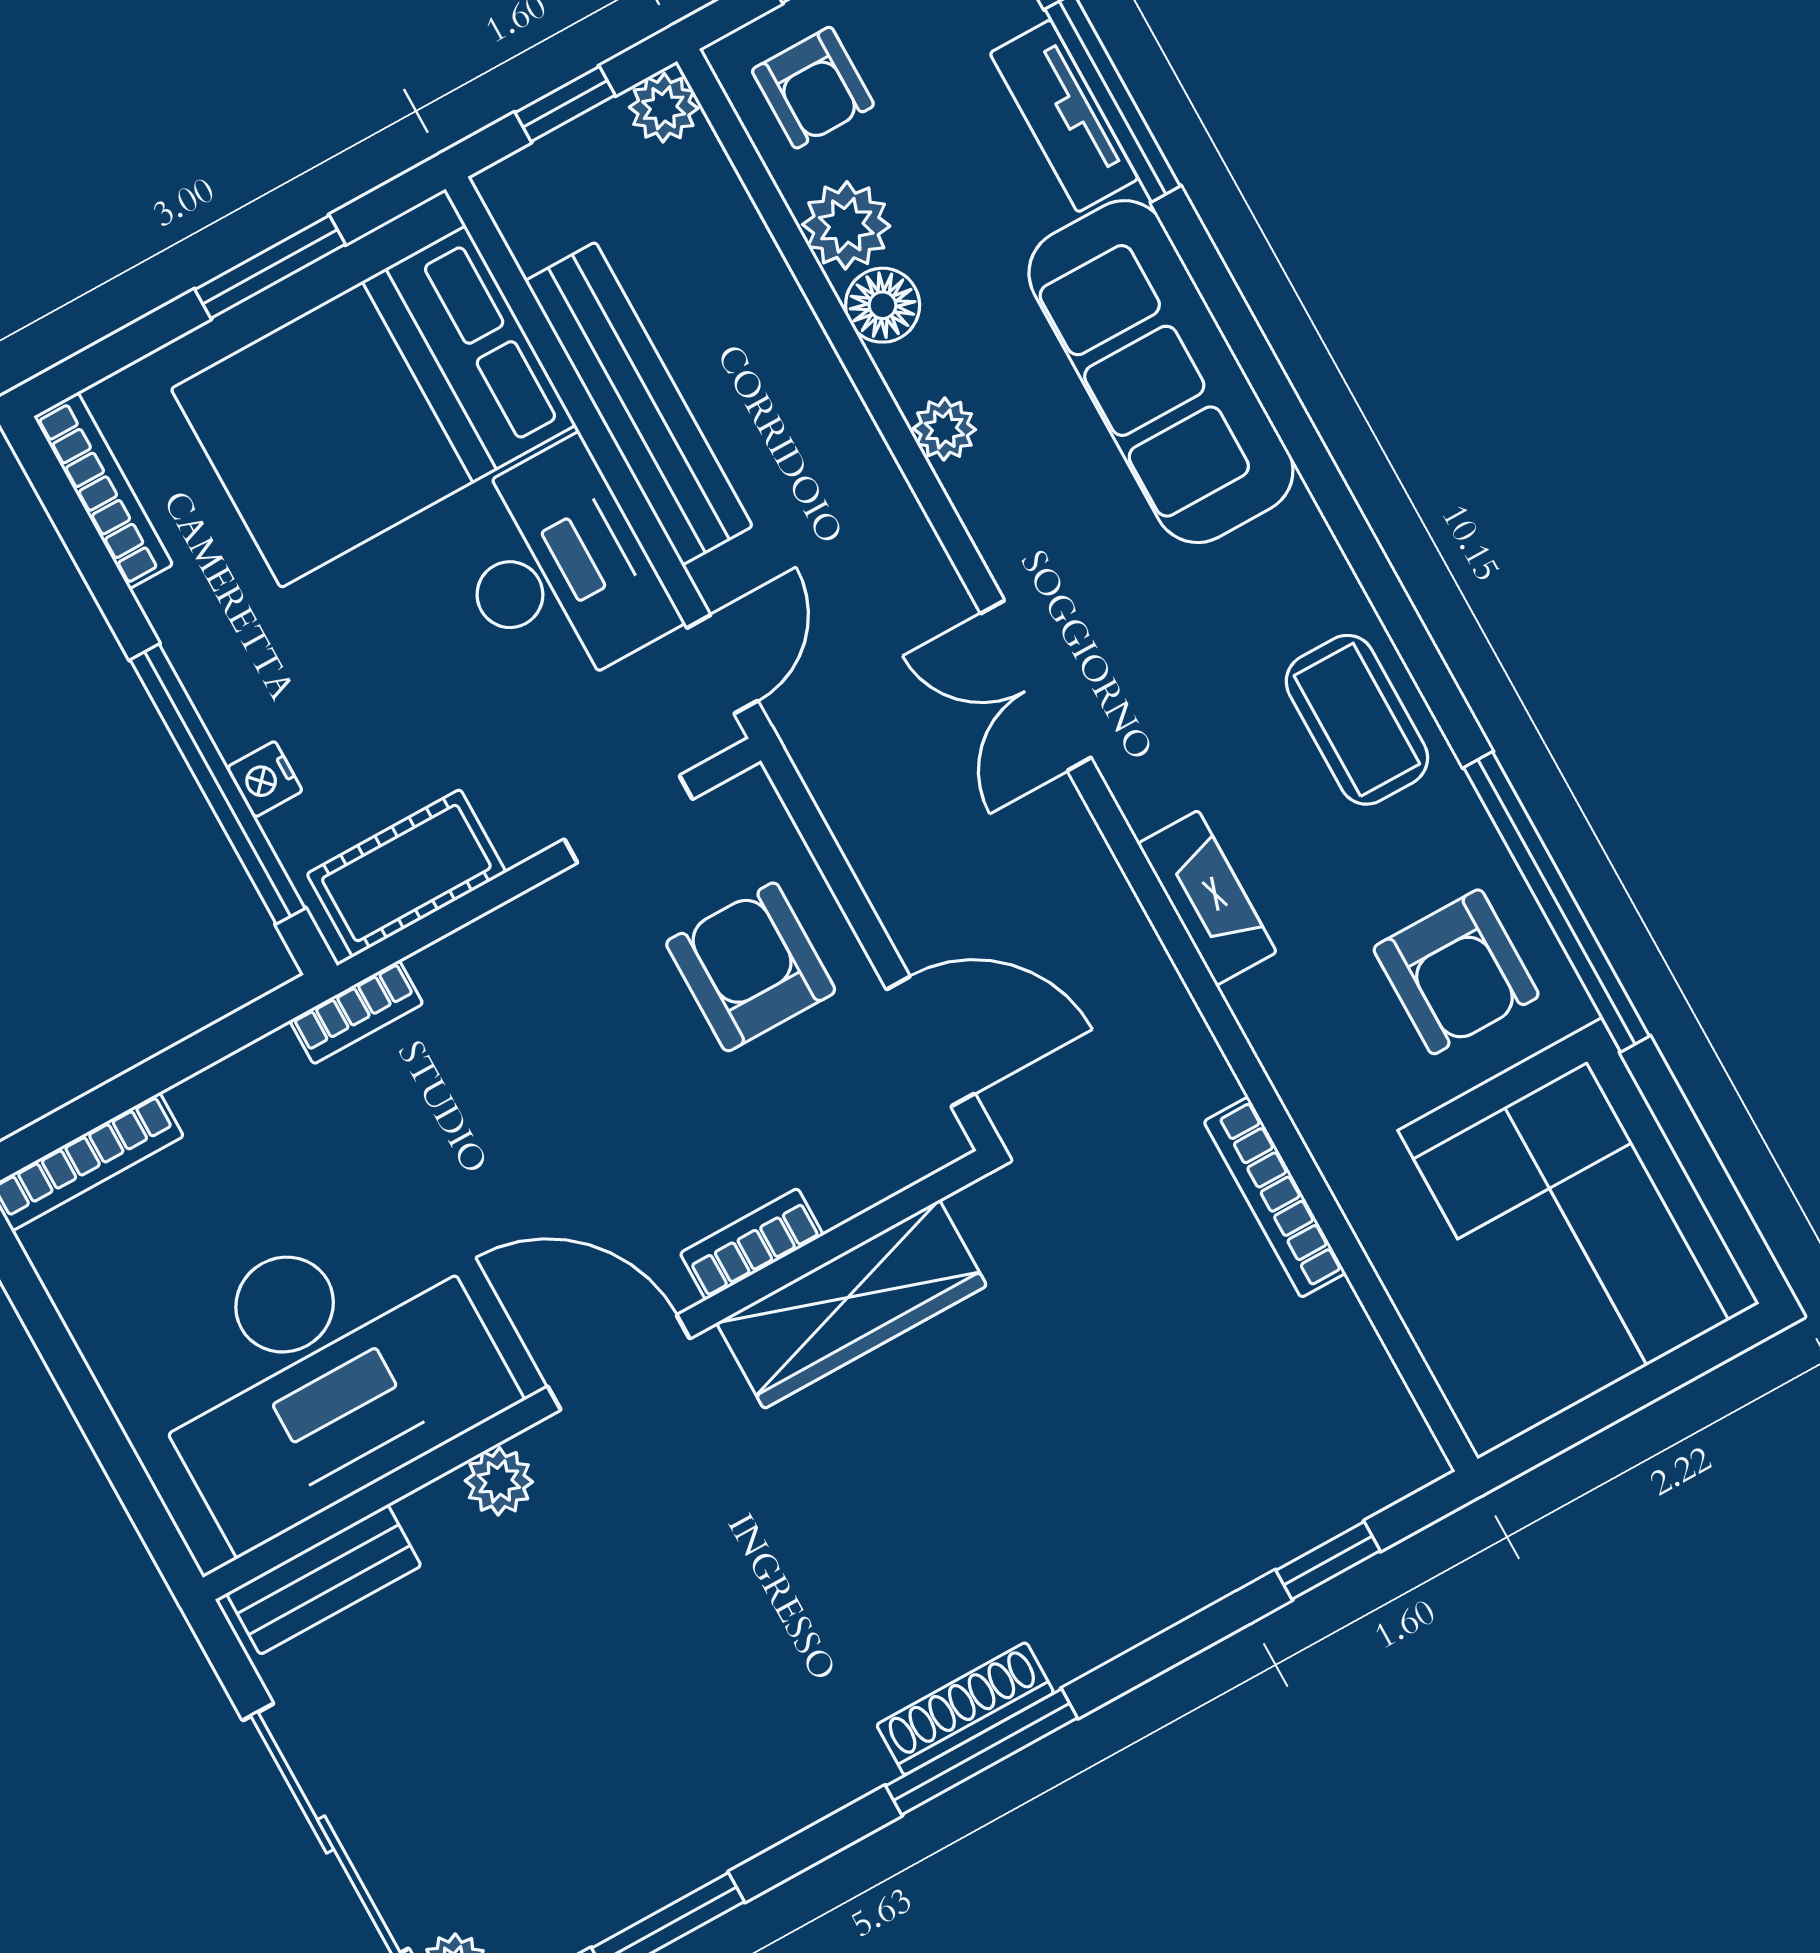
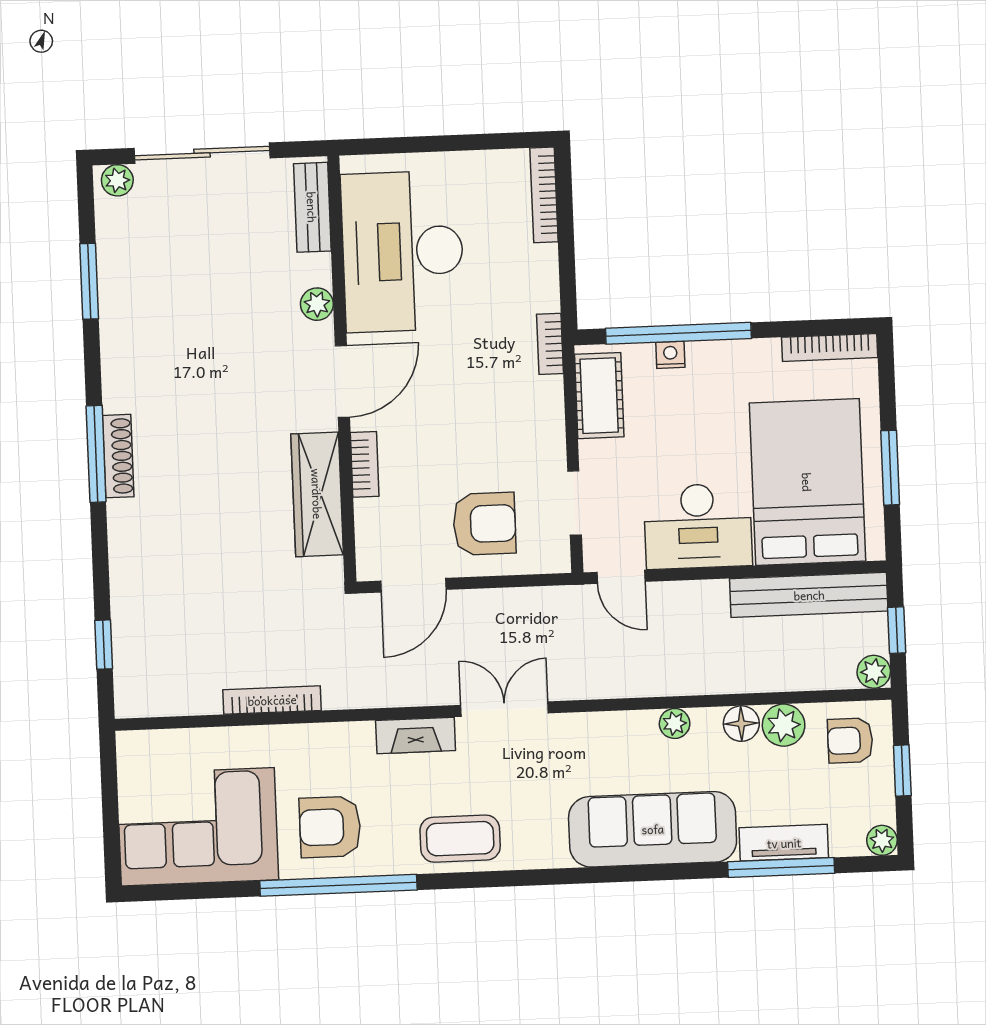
bench: (639, 404) -> (809, 595), moved
double door: (1036, 685) -> (504, 709), moved

